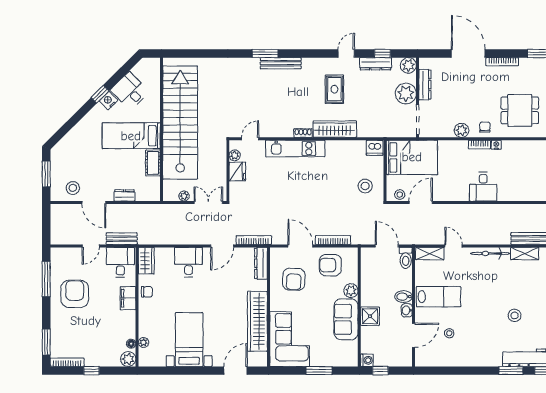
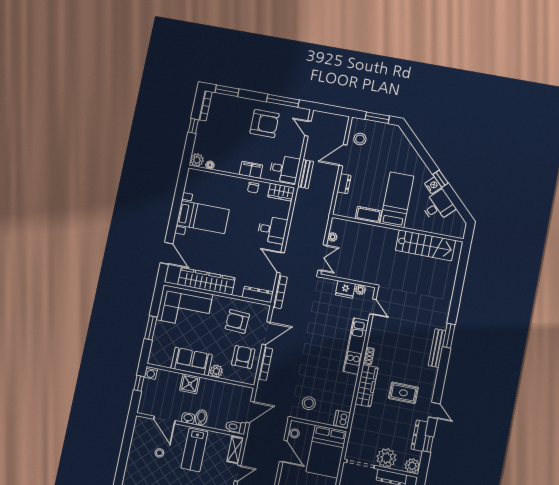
stairs: (180, 123) -> (425, 245), width x0.54, depth x0.66
door: (91, 246) -> (308, 129), moved
plant: (144, 342) -> (209, 176), removed

